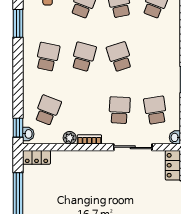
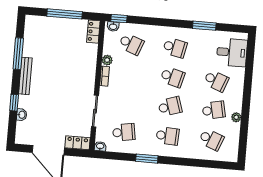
school desk: (120, 110) -> (168, 136), moved

